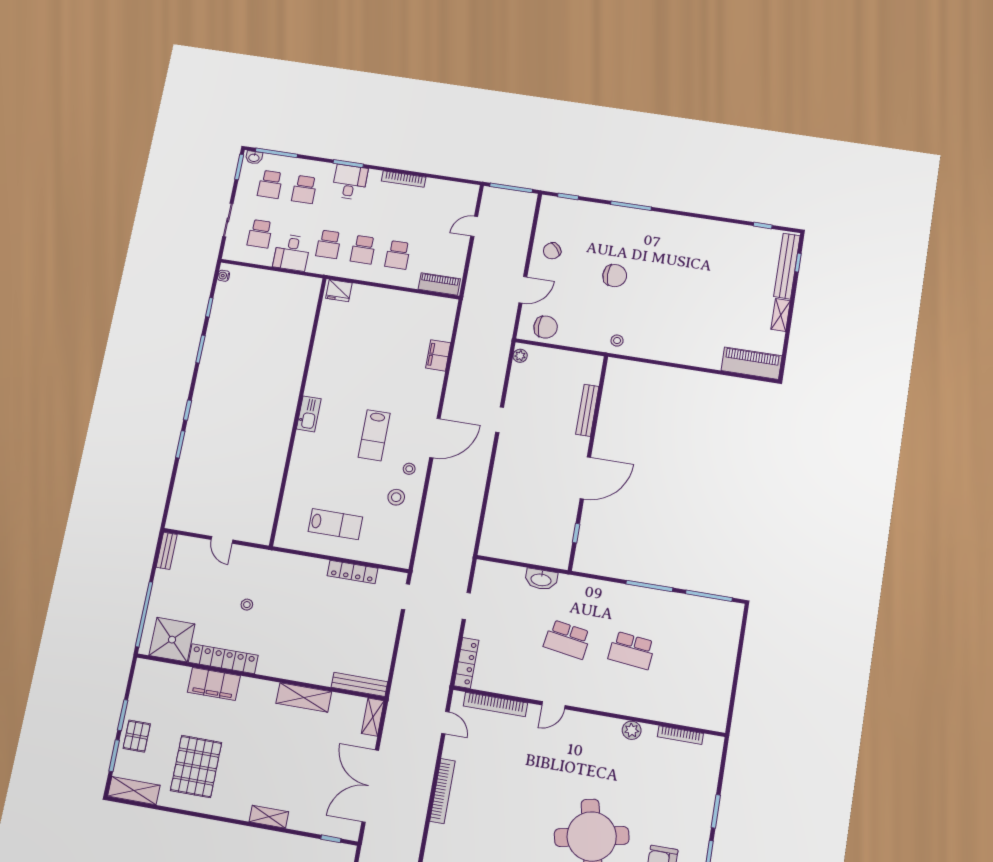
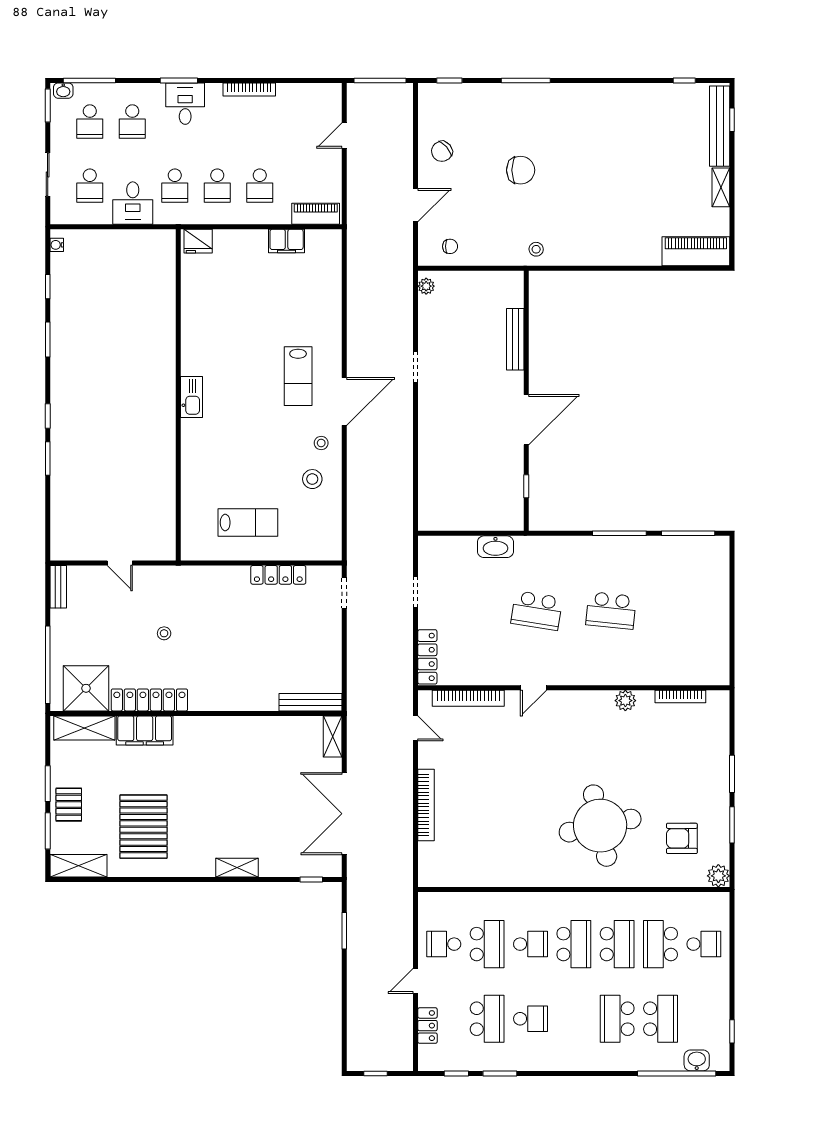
chair: (546, 327) -> (450, 246), width x0.54, depth x0.54
filing cabinet: (438, 355) -> (287, 241), moved, turned -90
lab bench: (374, 435) -> (298, 376), moved
shelving: (304, 697) -> (84, 728), moved

